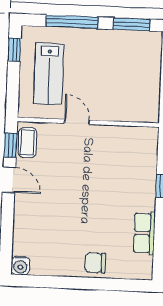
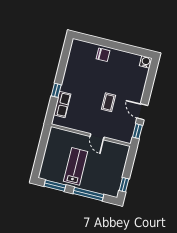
lab bench: (49, 74) -> (76, 166), moved
coffee table: (27, 143) -> (109, 102), moved
row of seats: (144, 233) -> (62, 104), moved

